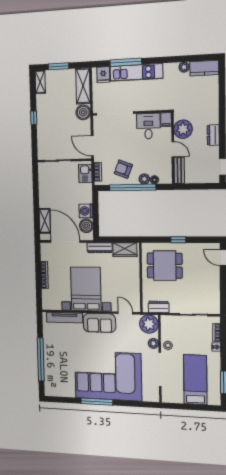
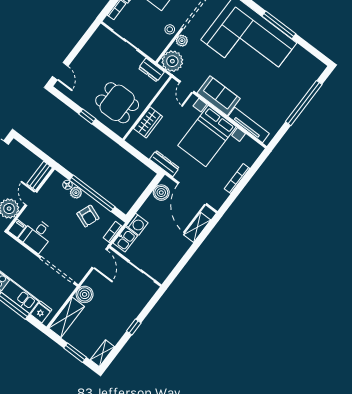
washing machine: (86, 211) -> (137, 224), moved
wardrobe: (125, 250) -> (148, 122), moved, turned 90

